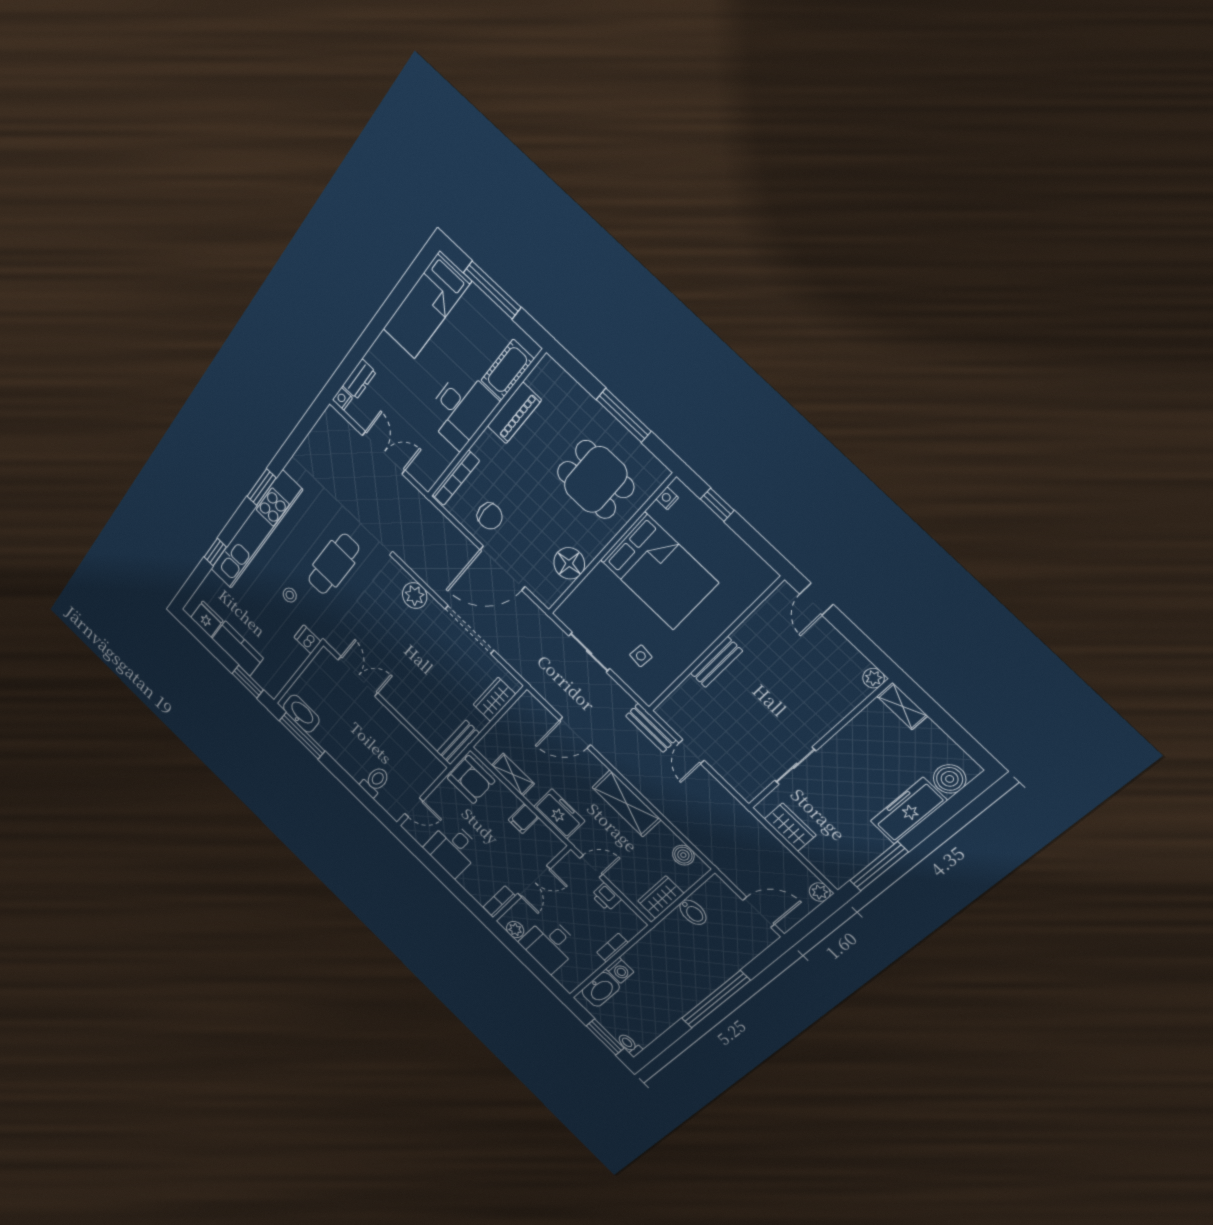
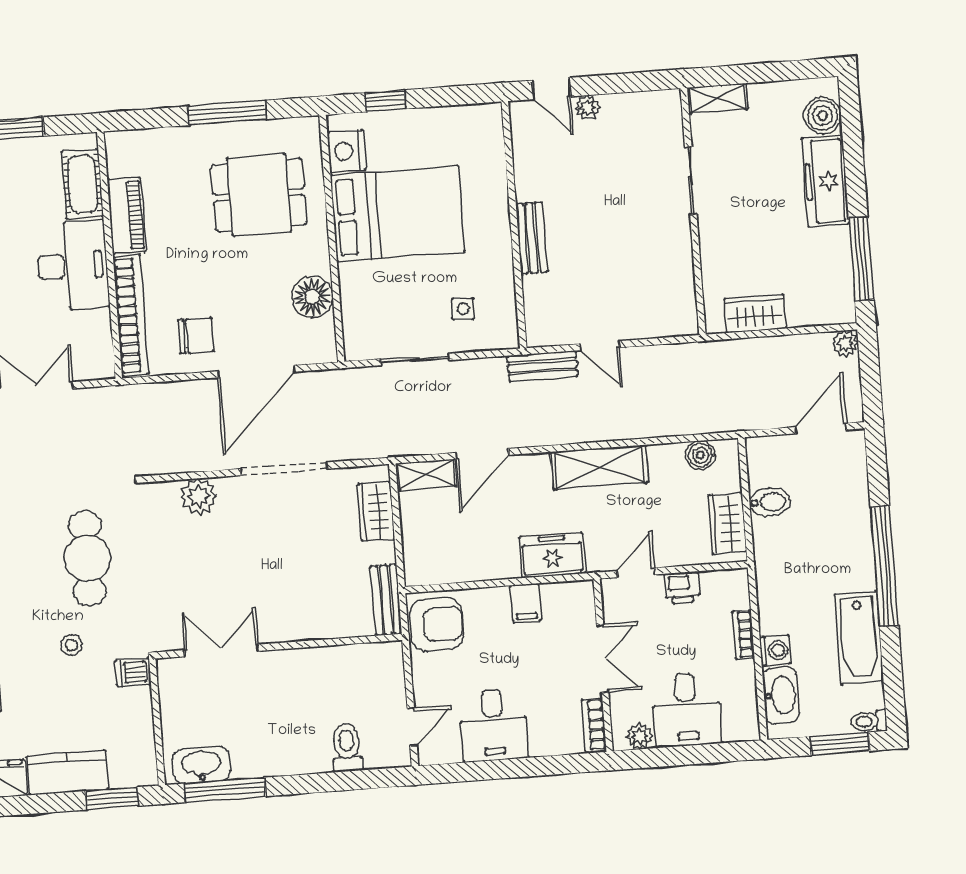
bookcase: (456, 478) -> (131, 315), width x1.48, depth x1.31
nightstand: (667, 498) -> (347, 151), width x1.89, depth x1.79
plant: (874, 678) -> (587, 108), moved
sliding door: (795, 766) -> (691, 181), moved
shelving: (513, 775) -> (426, 475), moved
bathtub: (666, 1011) -> (859, 638), added

